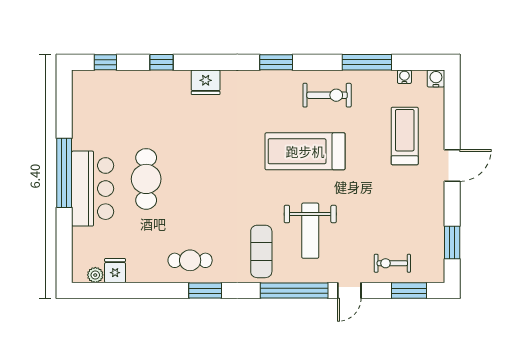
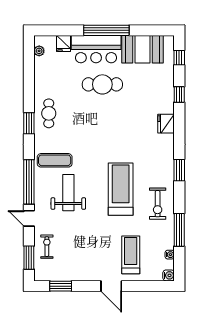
booth: (93, 118) -> (142, 49), added
treadmill: (405, 136) -> (131, 255), turned -90
weight bench: (310, 231) -> (68, 193), turned 90
fridge: (115, 271) -> (63, 43), moved, turned 90

